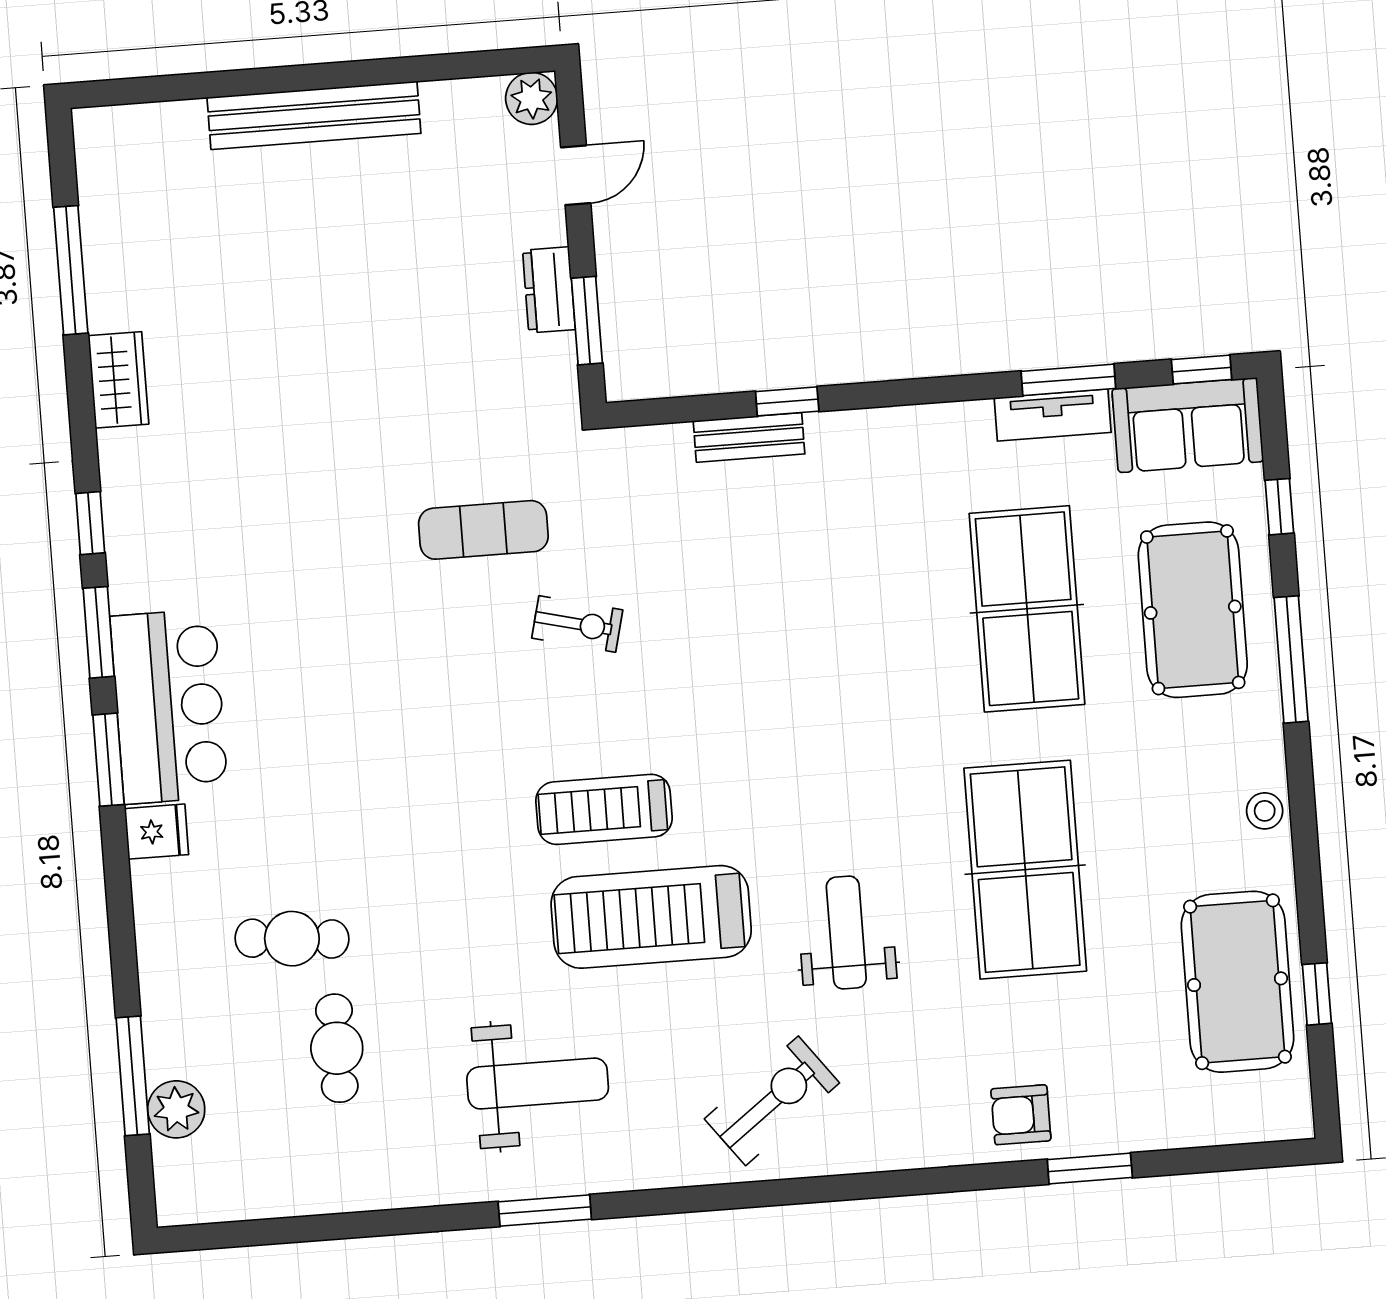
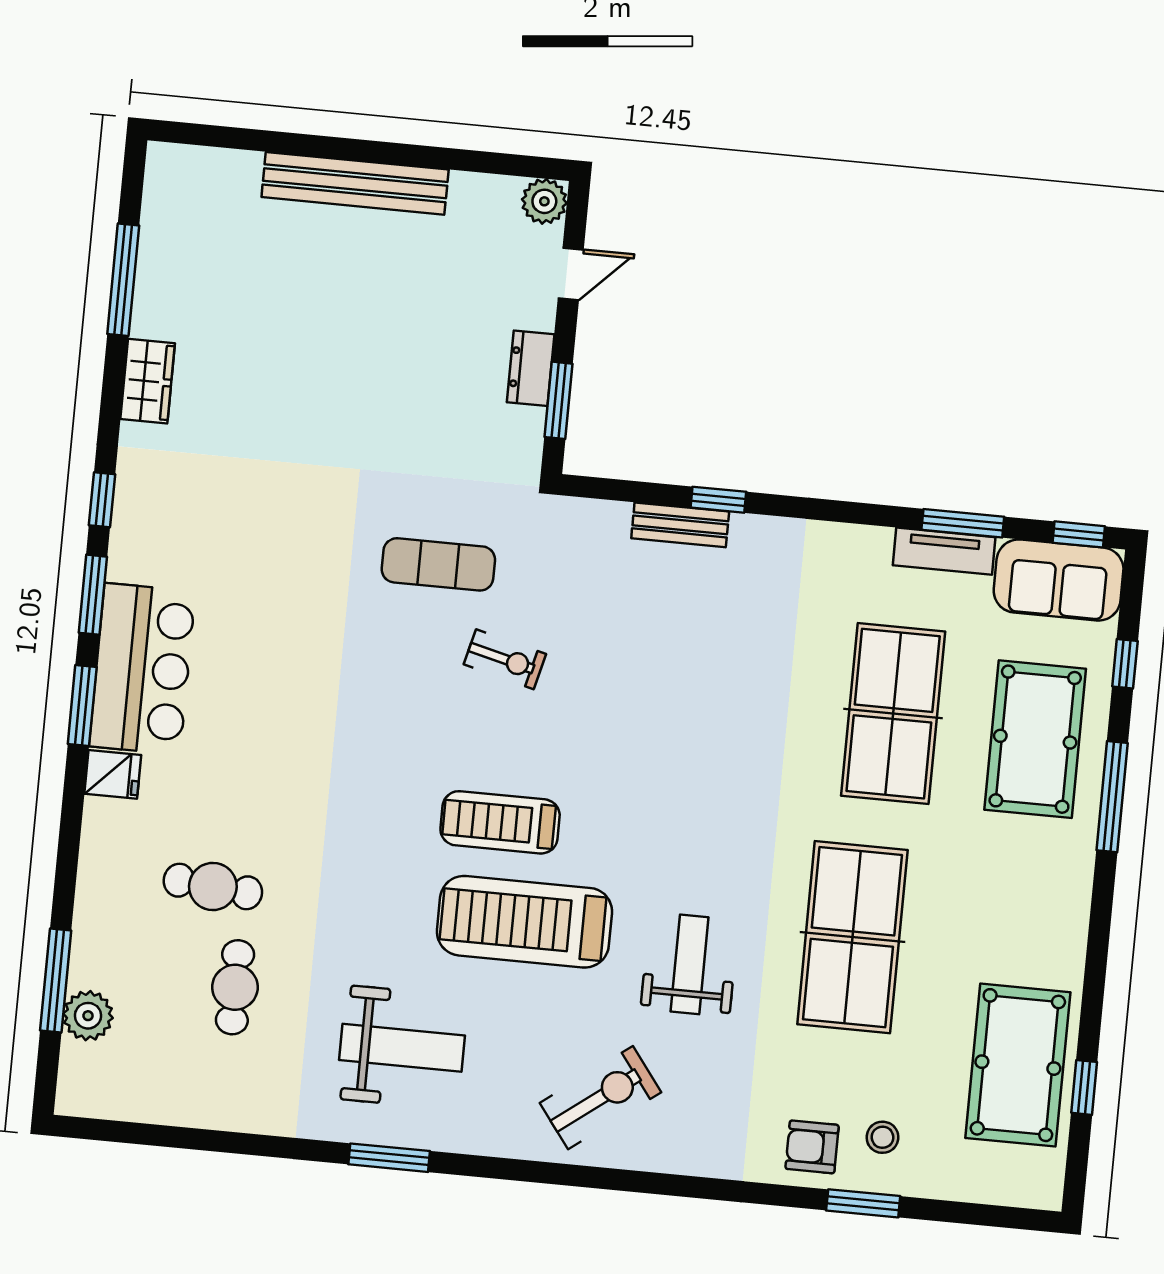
stool: (1265, 811) -> (882, 1137), moved

